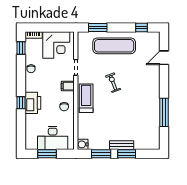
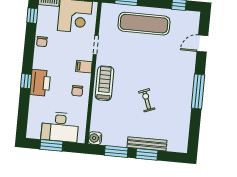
exercise bike: (113, 83) -> (147, 100), moved
window: (164, 112) -> (198, 91), moved
bench: (122, 145) -> (147, 144), width x1.36

